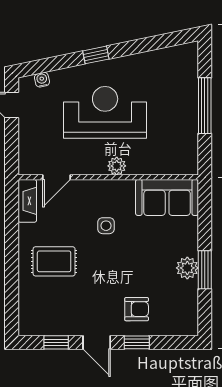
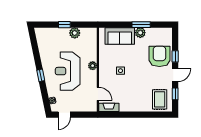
window: (205, 106) -> (64, 25), width x0.46
plant: (187, 128) -> (75, 33), added
sofa: (167, 197) -> (120, 36), moved, turned 90
rug: (54, 261) -> (160, 99), moved
armchair: (137, 309) -> (159, 56), width x1.88, depth x1.88

